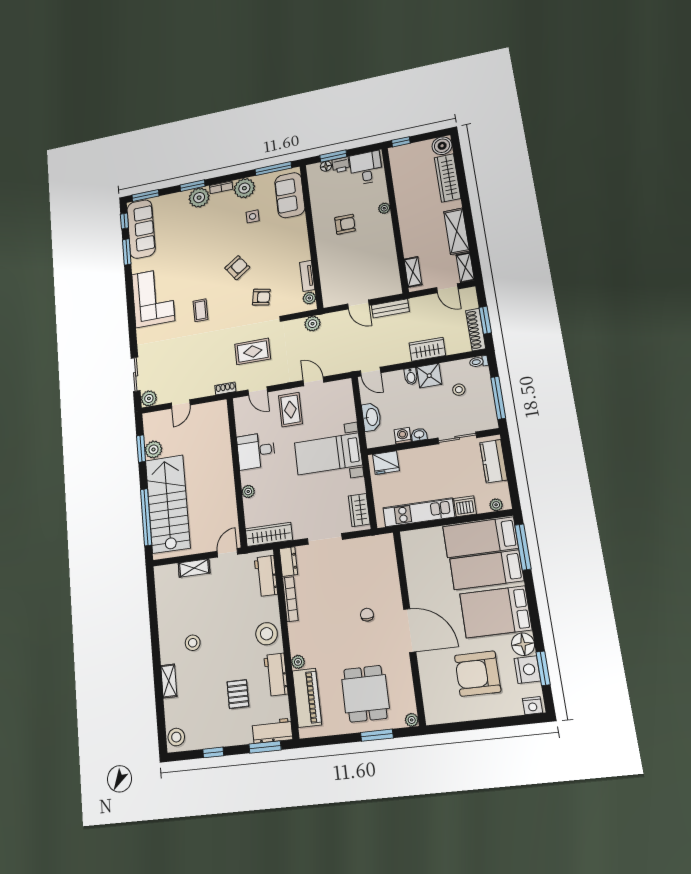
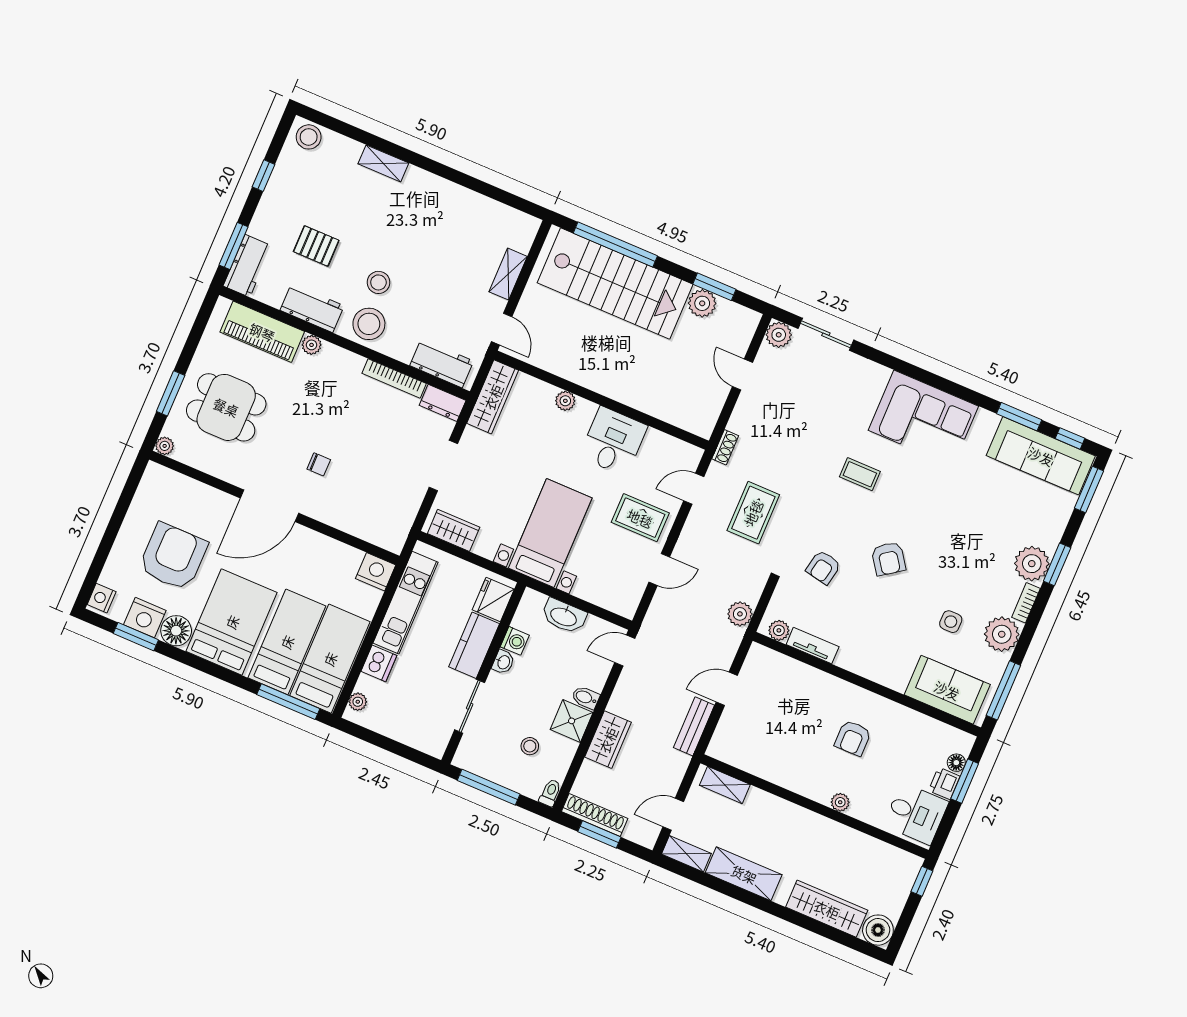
kitchen counter: (494, 461) -> (474, 645), moved, turned -90
nightstand: (411, 541) -> (376, 572), added
stool: (193, 643) -> (378, 282), moved

